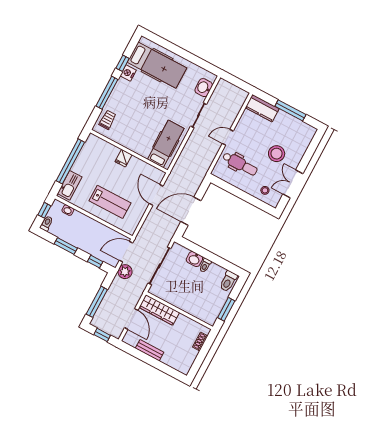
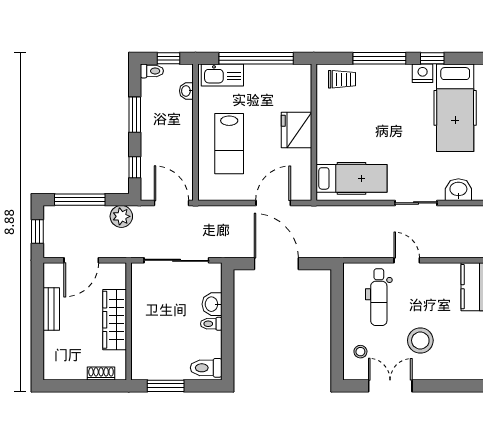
fridge: (123, 158) -> (296, 130), width x1.88, depth x1.34
plant: (125, 272) -> (121, 216), moved
wardrobe: (159, 310) -> (115, 320), moved

